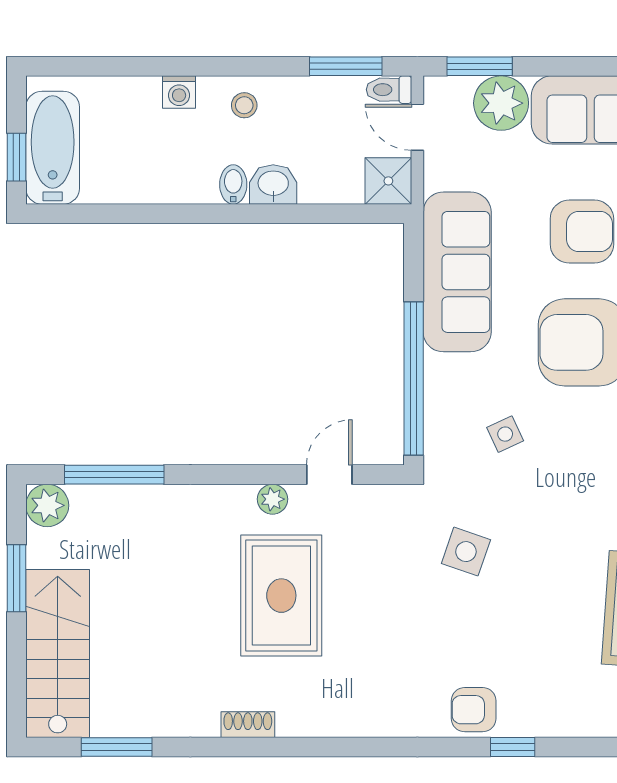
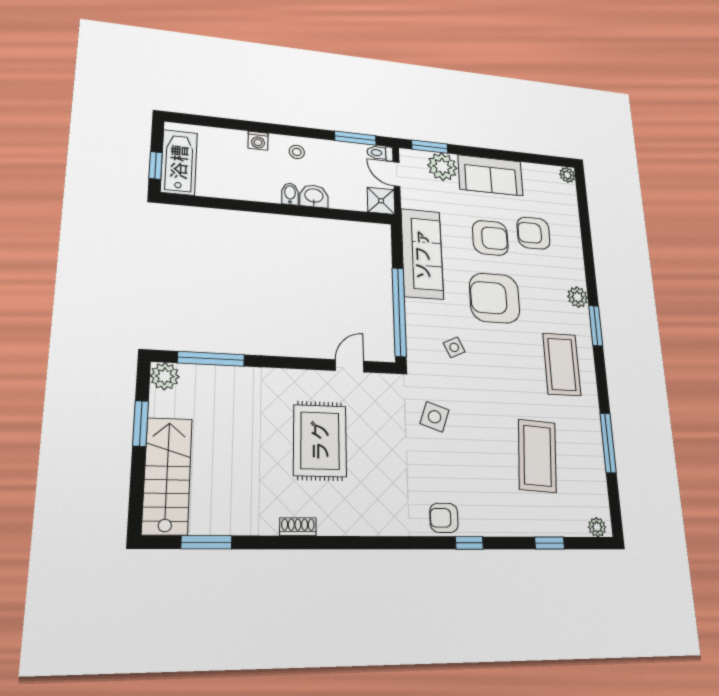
plant: (272, 499) -> (314, 379), removed

